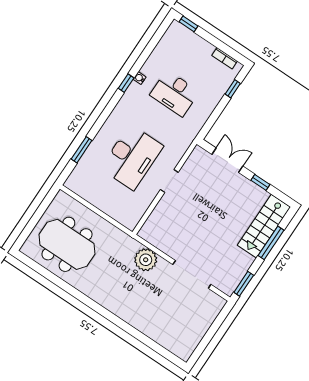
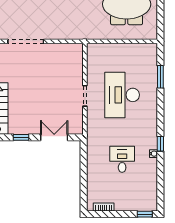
window: (233, 89) -> (84, 189), removed
desk: (175, 93) -> (122, 159), width x0.73
double door: (227, 160) -> (54, 137), swing flipped
plant: (146, 260) -> (65, 30), removed

